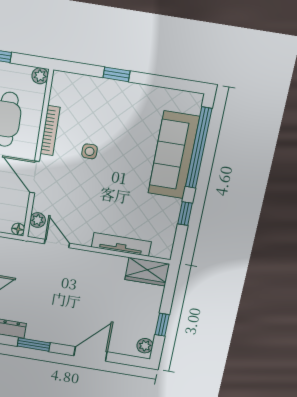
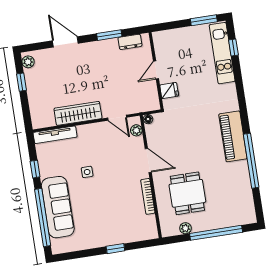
plant: (40, 76) -> (185, 228), moved
side table: (90, 151) -> (87, 172), moved
tv unit: (121, 244) -> (55, 135), moved
wardrobe: (147, 272) -> (78, 113), moved, width x1.50
door: (91, 354) -> (65, 42), swing flipped

